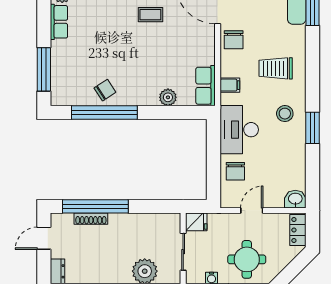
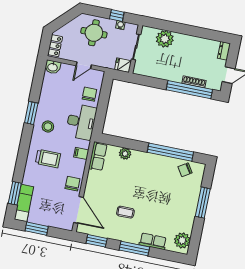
row of seats: (59, 22) -> (189, 220), removed
window: (44, 69) -> (203, 203), moved
chair: (105, 90) -> (185, 170), moved

